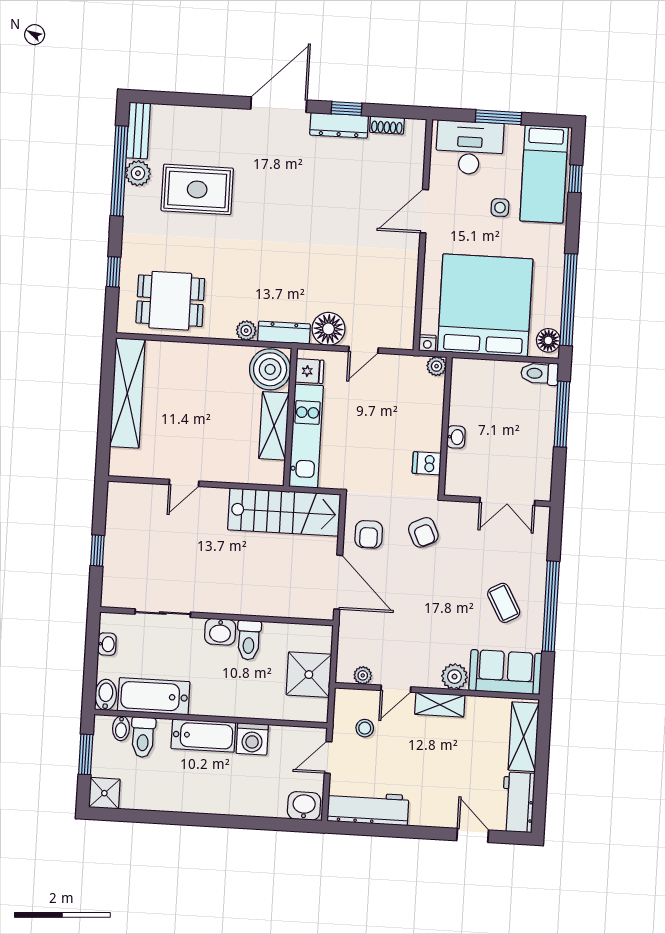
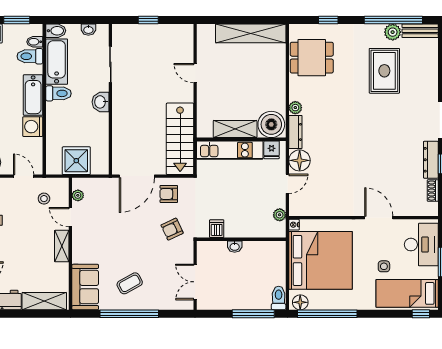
window: (575, 179) -> (421, 314), moved
dining table: (170, 301) -> (312, 58), turned 90
door: (363, 350) -> (287, 184), swing flipped
plant: (437, 366) -> (280, 215), moved
toilet: (249, 640) -> (58, 93), moved, turned 180
plant: (455, 677) -> (80, 254), removed

